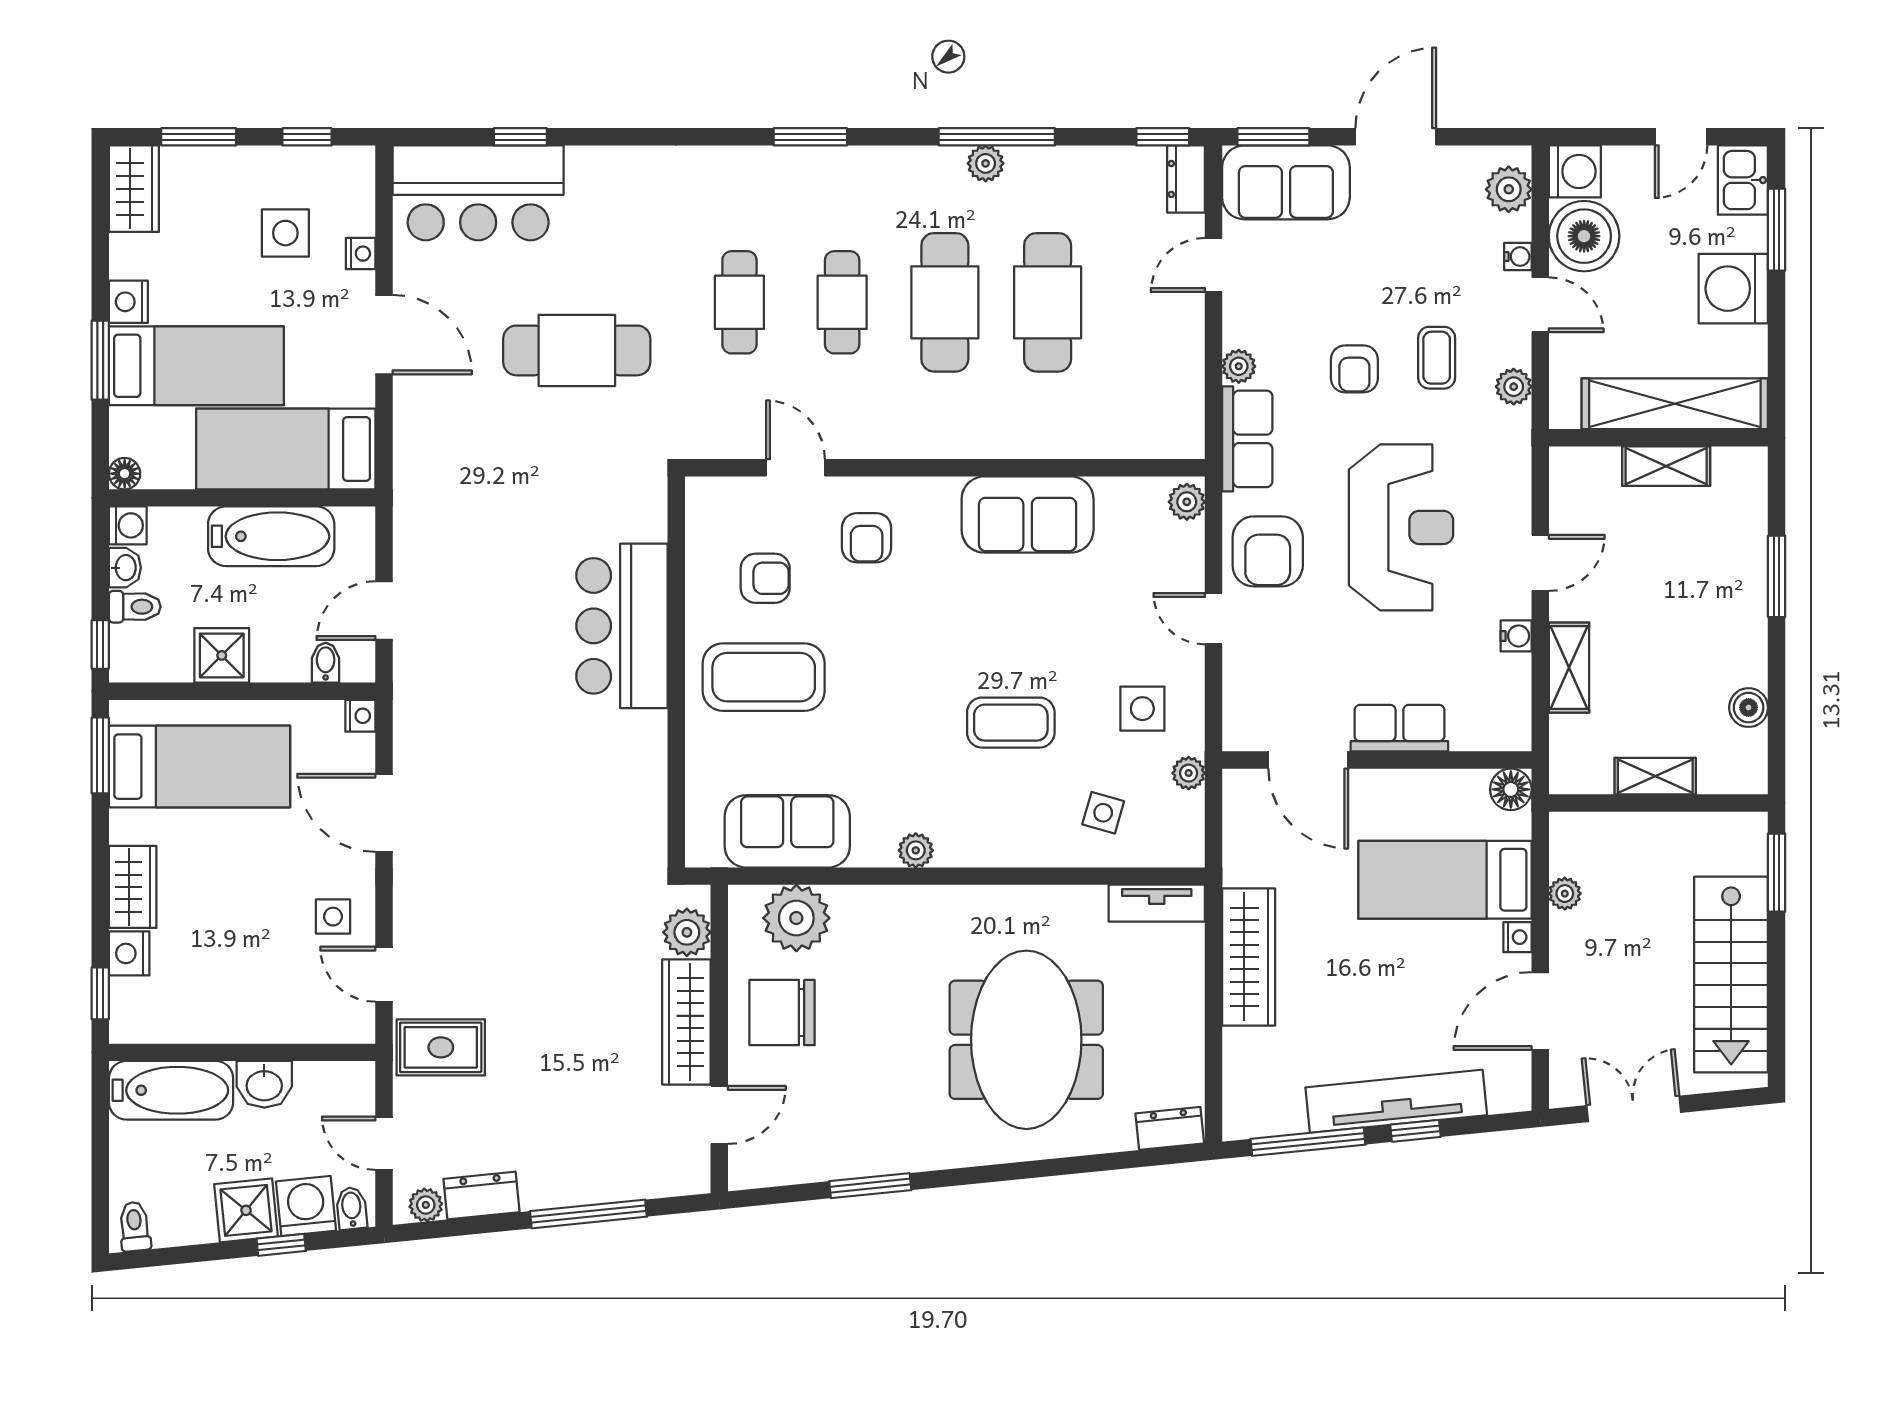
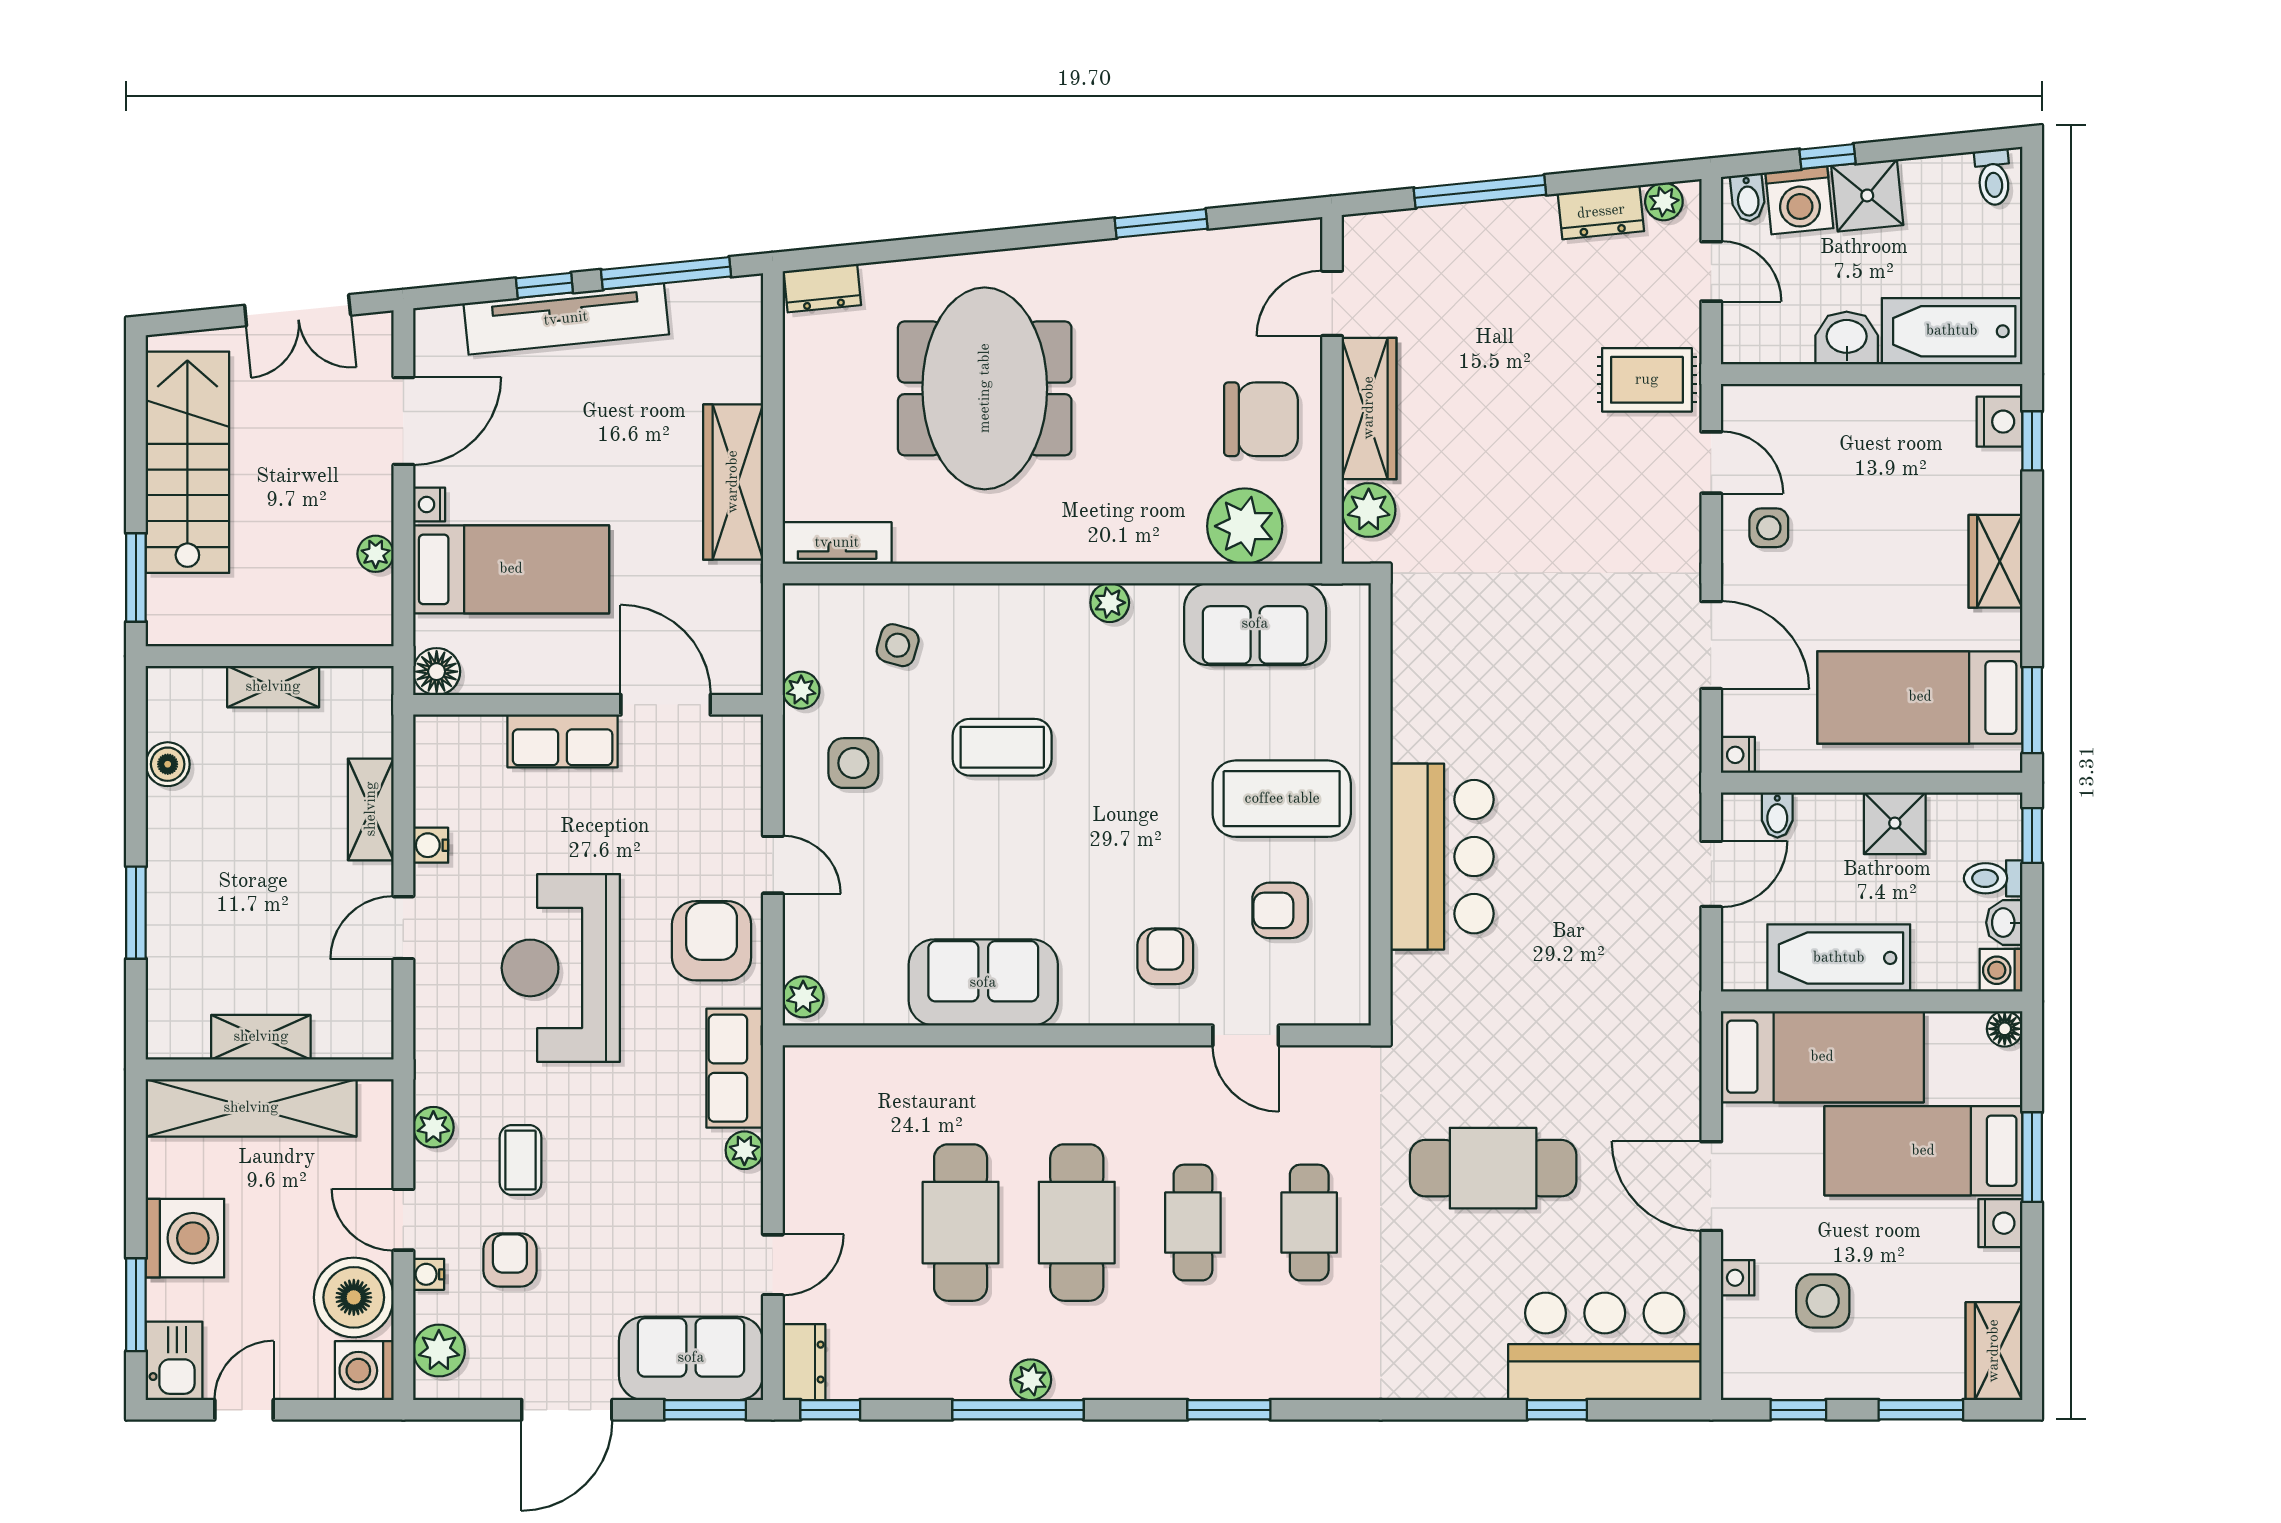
armchair: (1354, 369) -> (510, 1260), moved
nightstand: (129, 953) -> (1999, 422), moved

